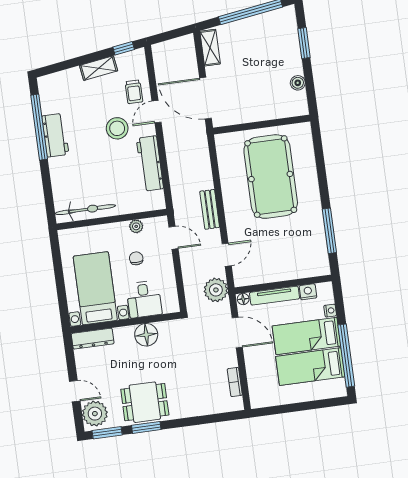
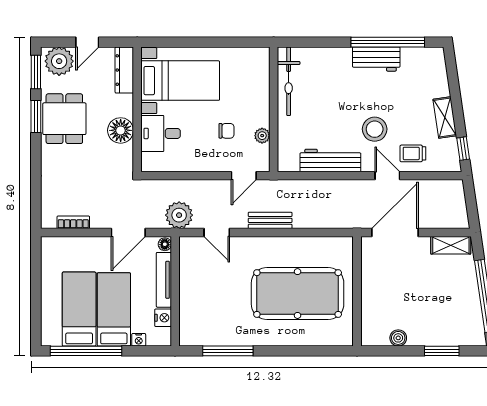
bed with nightstands: (95, 288) -> (180, 81), moved
desk: (144, 299) -> (161, 133), moved
wall: (126, 323) -> (137, 109), moved
floor lamp: (146, 335) -> (121, 130), moved
dresser: (93, 339) -> (124, 70), moved

